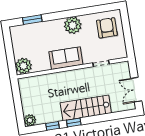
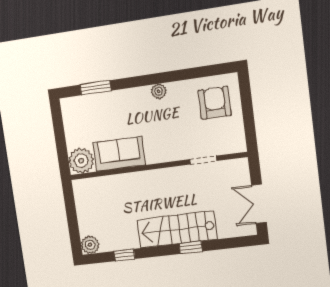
plant: (73, 25) -> (159, 91), width x0.53, depth x0.53
sofa: (66, 58) -> (119, 154), moved
window: (74, 123) -> (191, 248), moved

